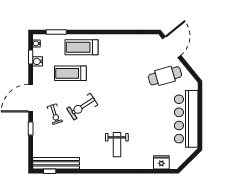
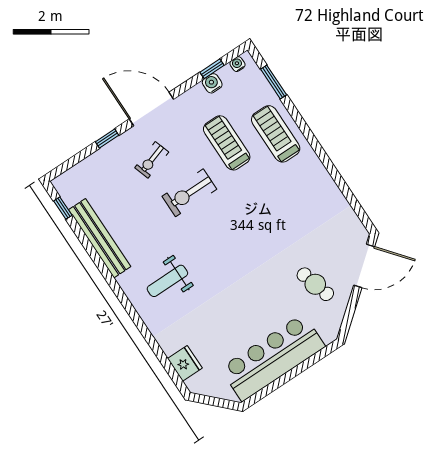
cafe table: (165, 76) -> (315, 284), width x0.73, depth x0.74
exercise bike: (82, 107) -> (189, 193), turned -57
bench: (56, 163) -> (100, 238), moved

